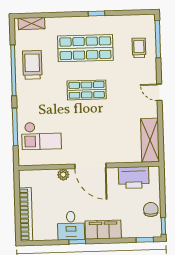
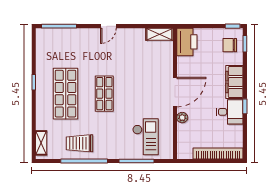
trolley: (139, 48) -> (67, 44), removed
shelving: (150, 140) -> (159, 34), width x0.67, depth x0.75
printer: (134, 177) -> (187, 42), moved
chair: (151, 210) -> (230, 45), moved

